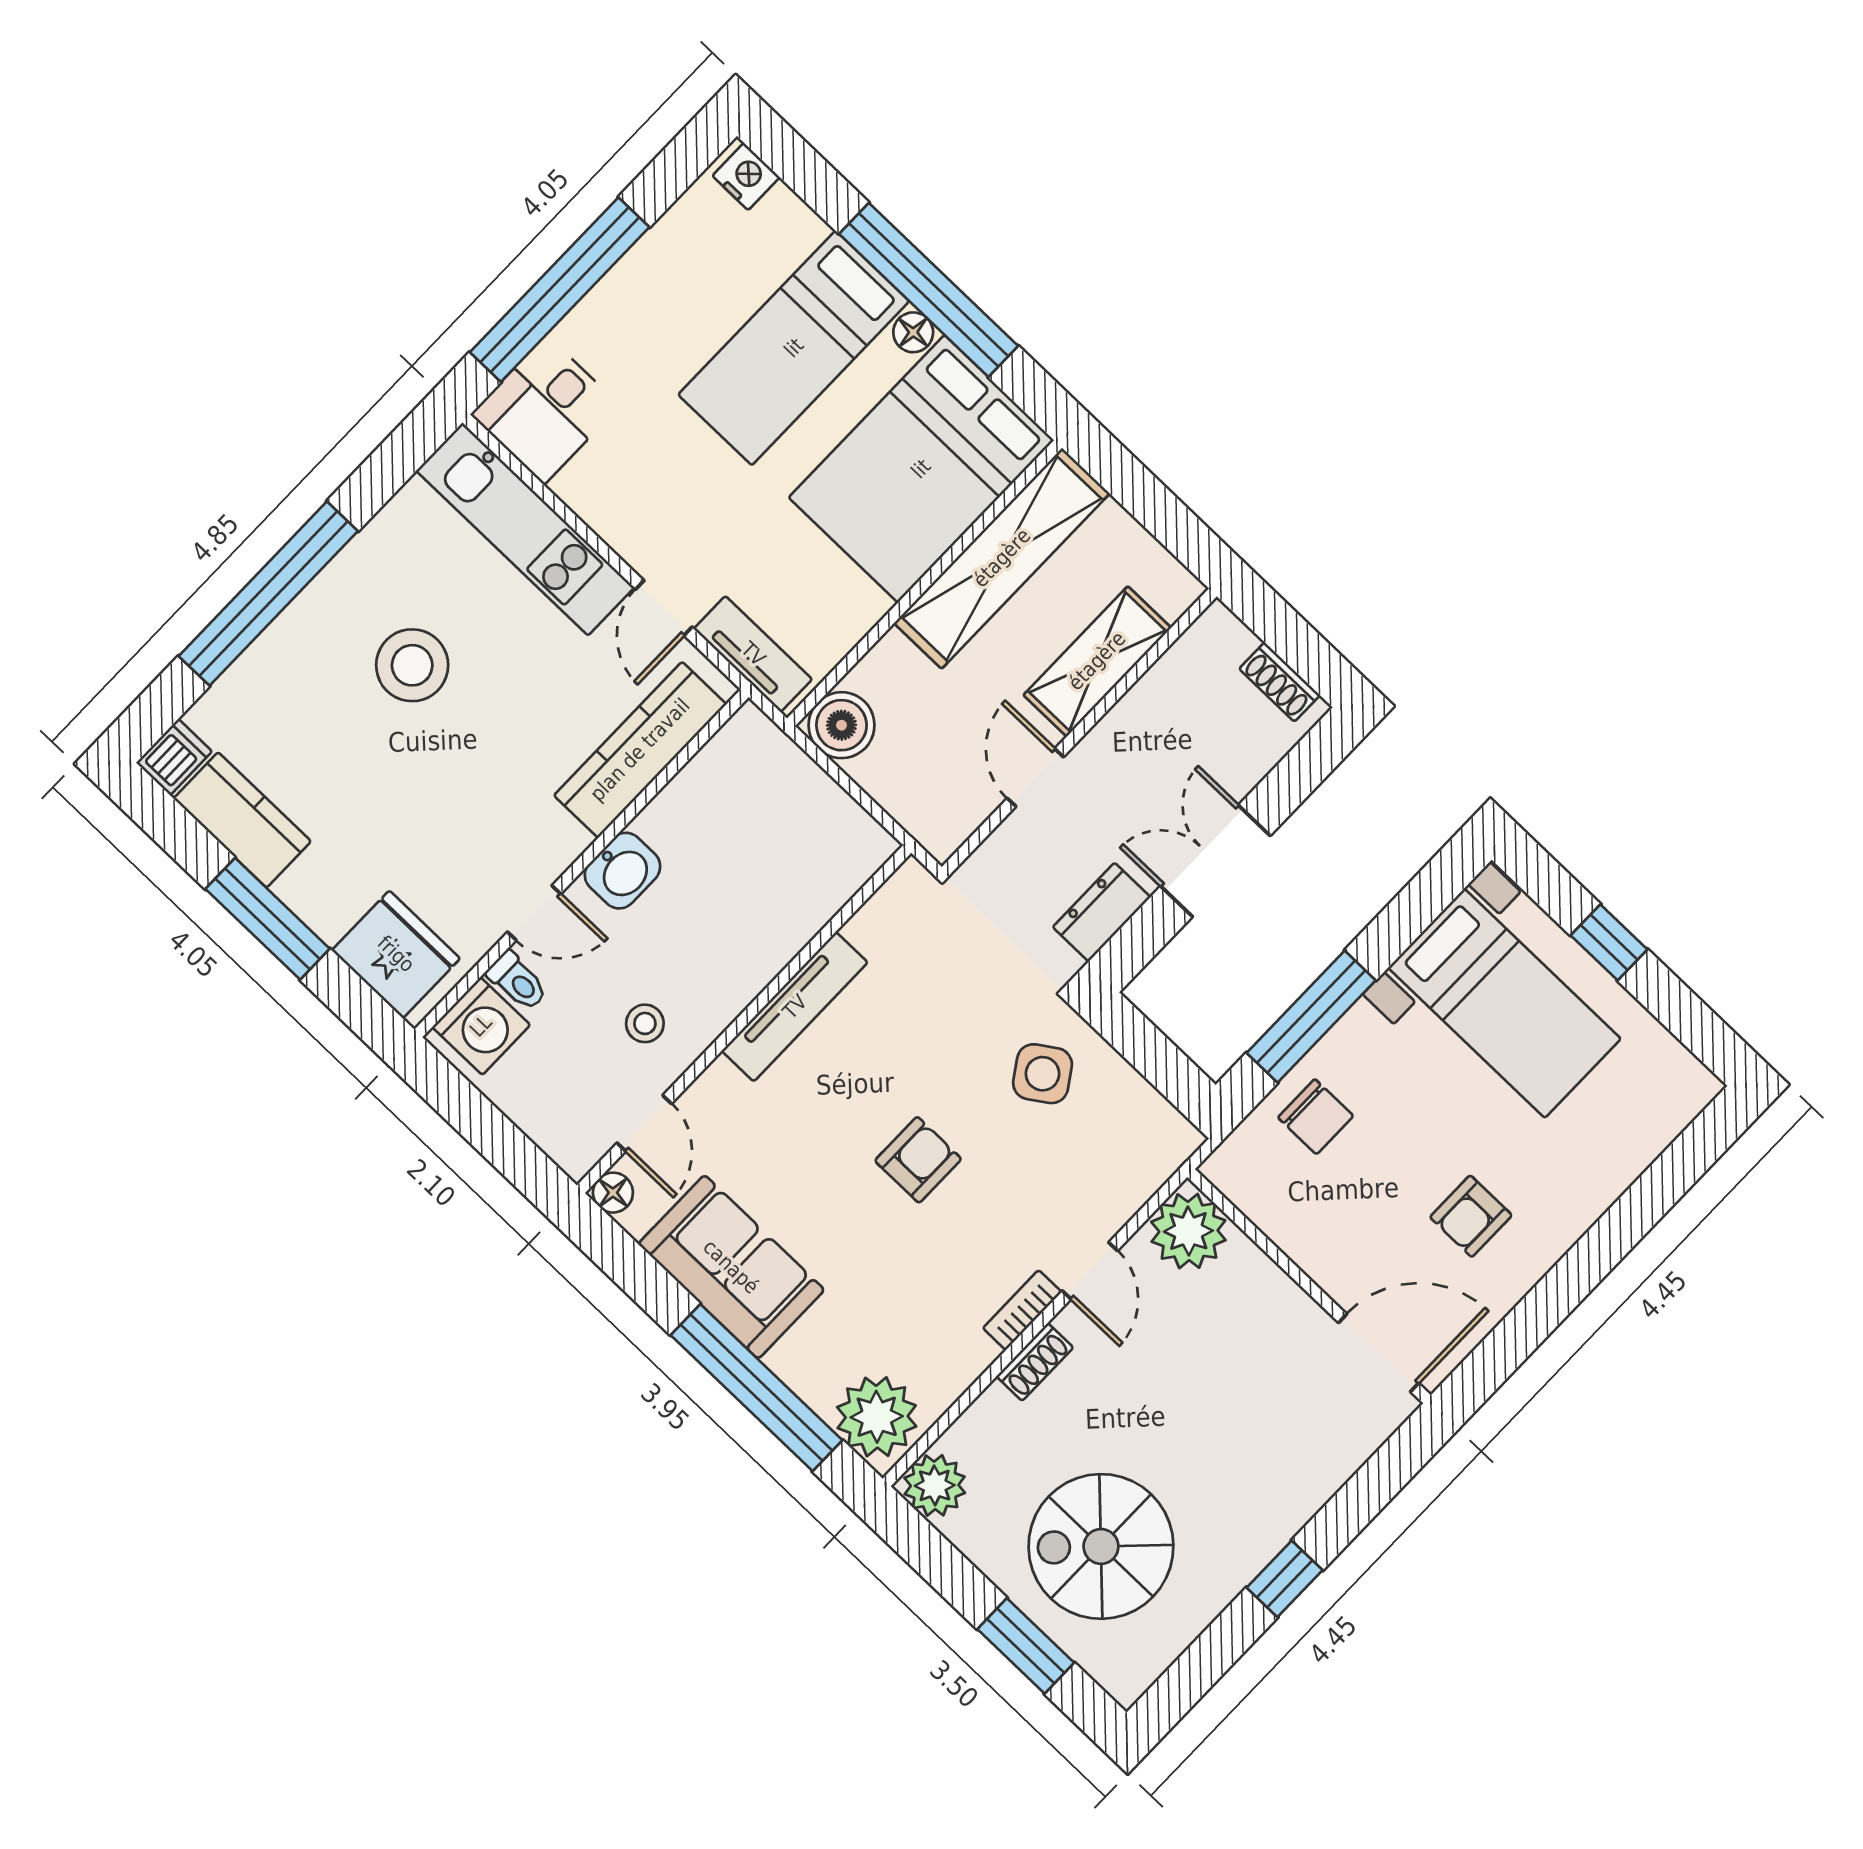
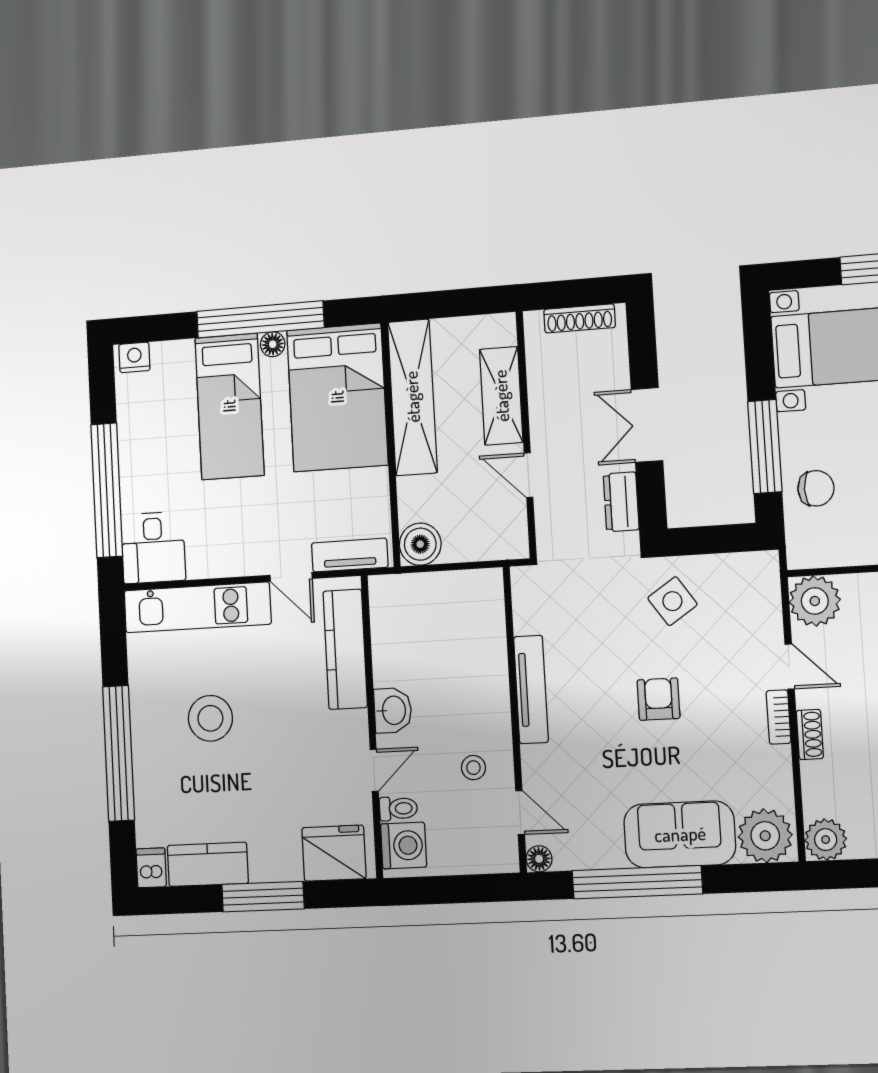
shoe rack: (1280, 682) -> (580, 318), width x1.43
sofa: (731, 1267) -> (680, 834), moved
window: (756, 1388) -> (637, 882), moved

